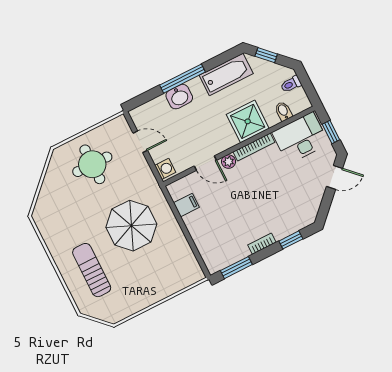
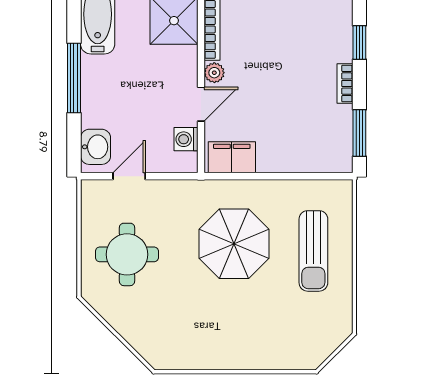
washbasin: (179, 97) -> (96, 147), moved
washing machine: (165, 169) -> (186, 139), moved, turned -90
filing cabinet: (186, 205) -> (232, 157), width x2.00
sun lounger: (92, 270) -> (313, 251), moved, turned -90

